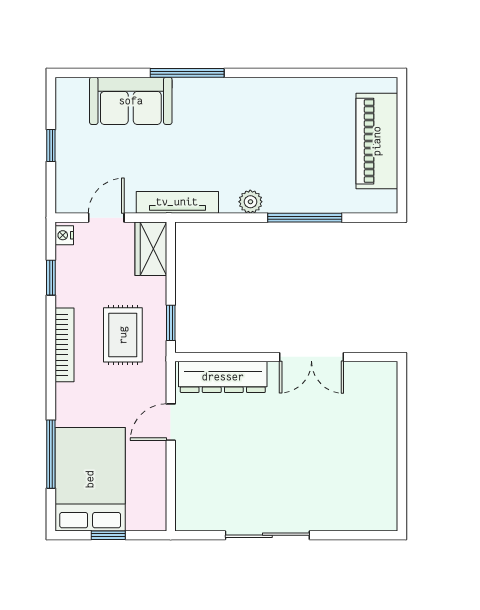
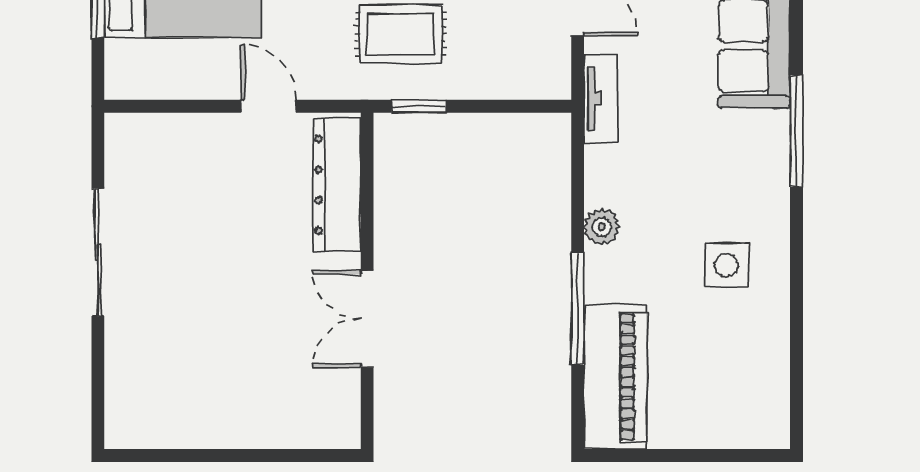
side table: (276, 119) -> (727, 265), added
piano: (377, 141) -> (615, 377), moved, turned 90
tv unit: (177, 202) -> (601, 98), width x0.71
wardrobe: (151, 249) -> (531, 76), removed

